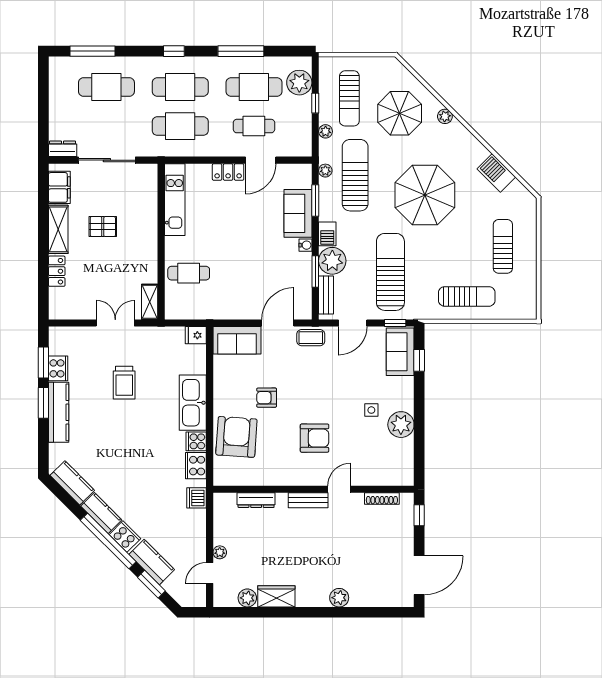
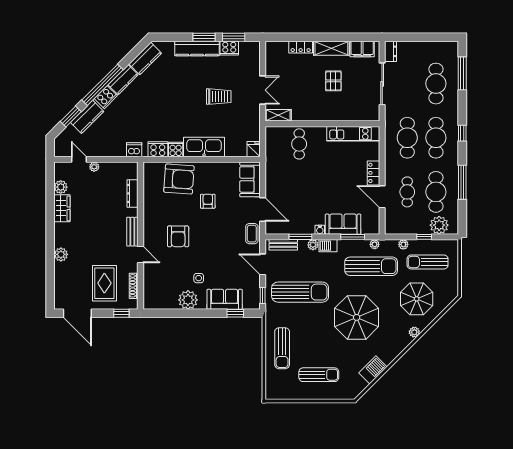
plant: (332, 261) -> (313, 245), width x0.53, depth x0.53
sofa: (400, 352) -> (225, 299), moved
trolley: (124, 383) -> (219, 97), turned 180
rug: (378, 538) -> (104, 283), added

